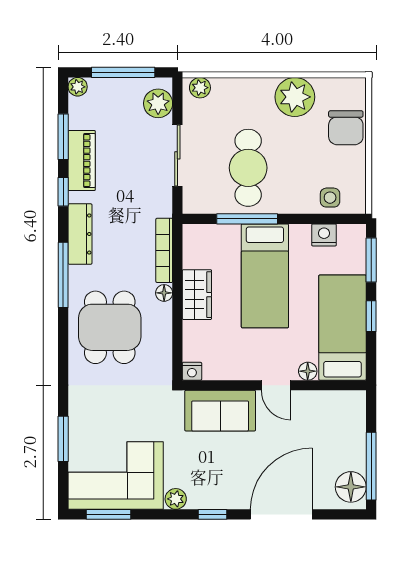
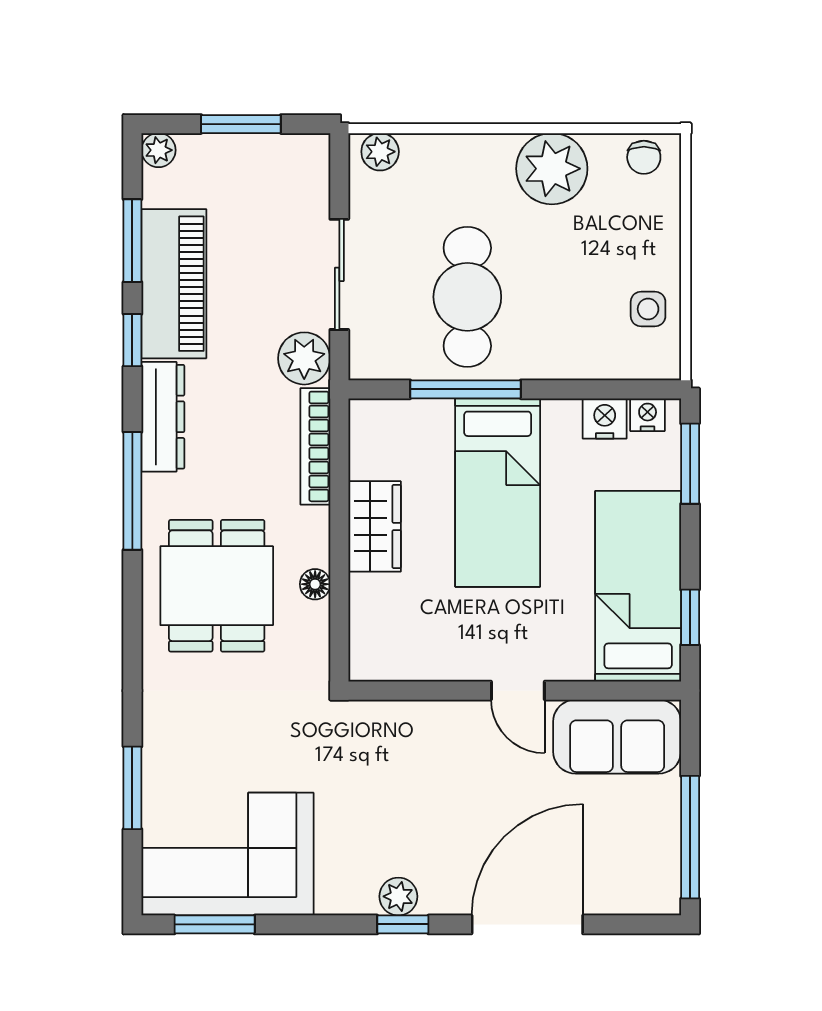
window: (123, 72) -> (241, 124), width x0.69
plant: (158, 103) -> (304, 358), moved
chair: (346, 128) -> (644, 157), moved, width x0.54, depth x0.54
piano: (82, 161) -> (174, 284), width x1.37, depth x1.33
side table: (330, 198) -> (648, 309), moved
floor lamp: (164, 293) -> (315, 584), moved
window: (371, 316) -> (690, 617), moved
nightstand: (192, 371) -> (648, 415), moved, turned 180
floor lamp: (308, 371) -> (575, 665), removed
sofa: (220, 411) -> (617, 737), moved
floor lamp: (351, 487) -> (653, 875), removed
plant: (176, 499) -> (398, 896), moved

